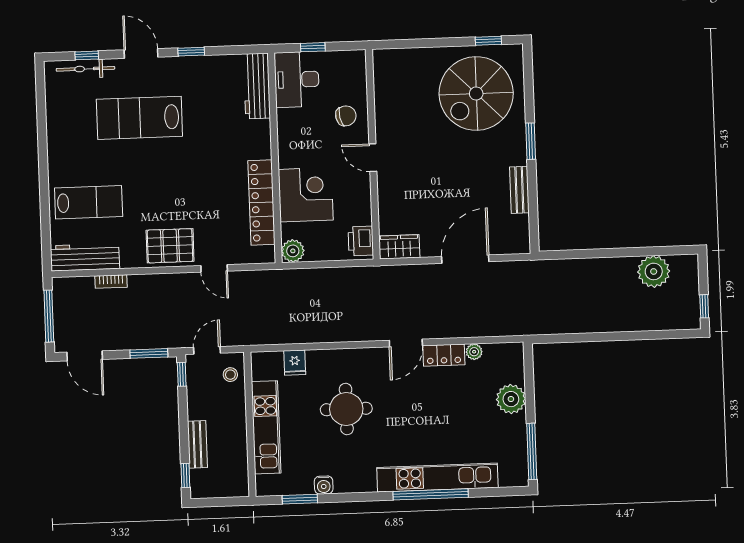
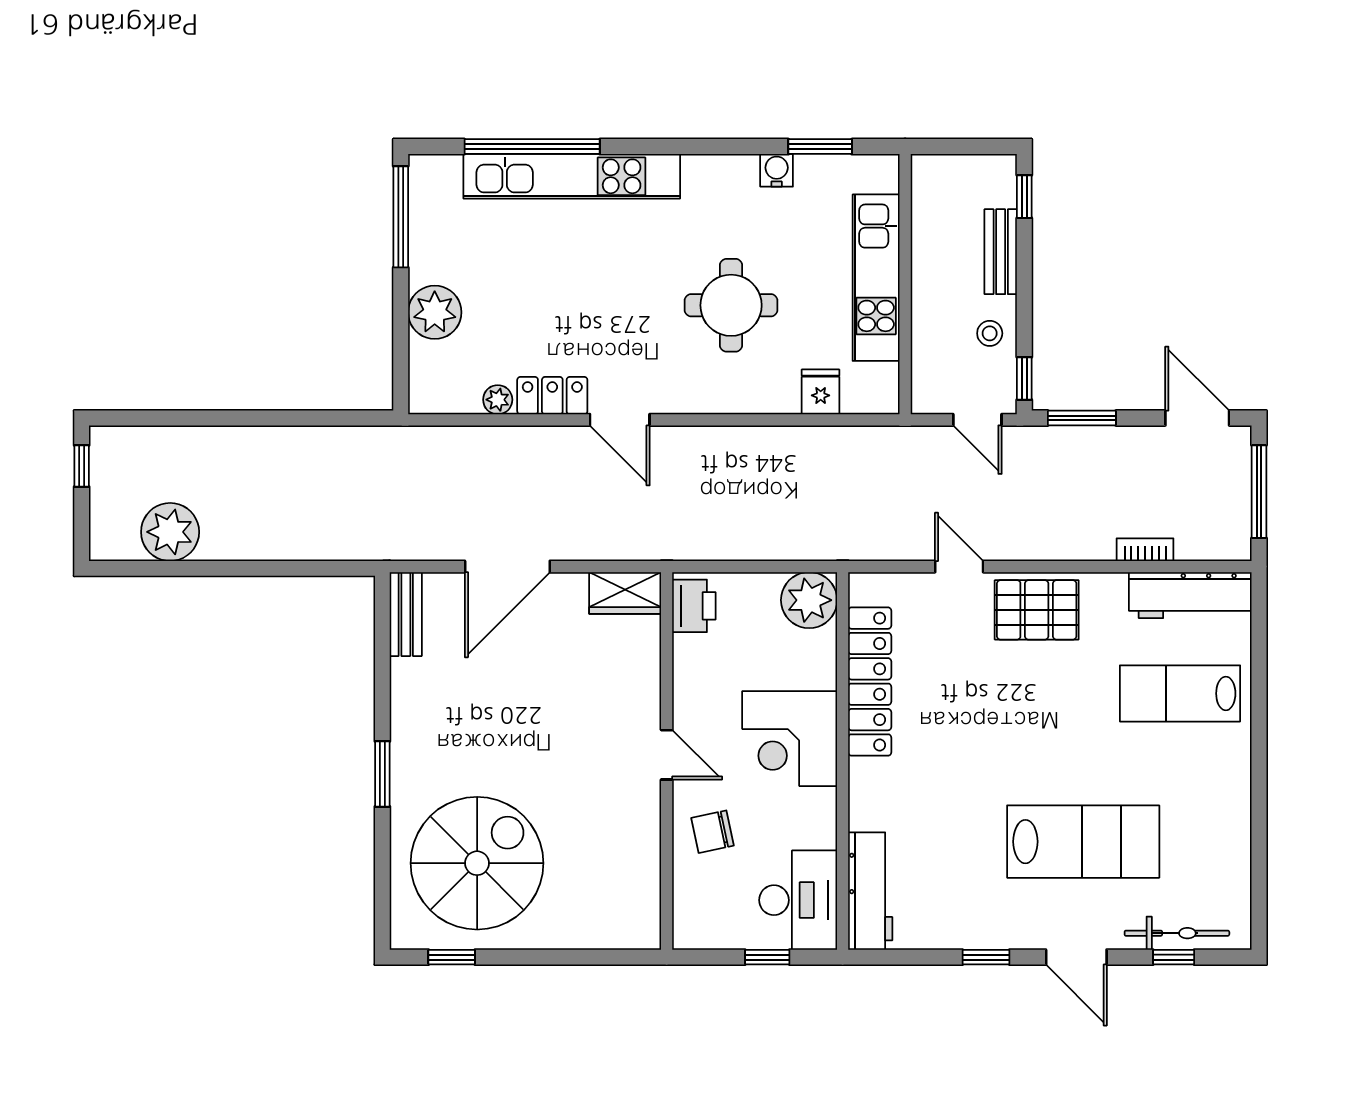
bench: (519, 190) -> (406, 614), moved
corner desk: (306, 195) -> (790, 739), moved
plant: (293, 251) -> (809, 600), width x1.36, depth x1.36
door: (406, 343) -> (620, 420), swing flipped
door: (207, 350) -> (977, 420), hinge flipped
stool: (230, 375) -> (990, 333), moved
window: (431, 494) -> (532, 147), moved

